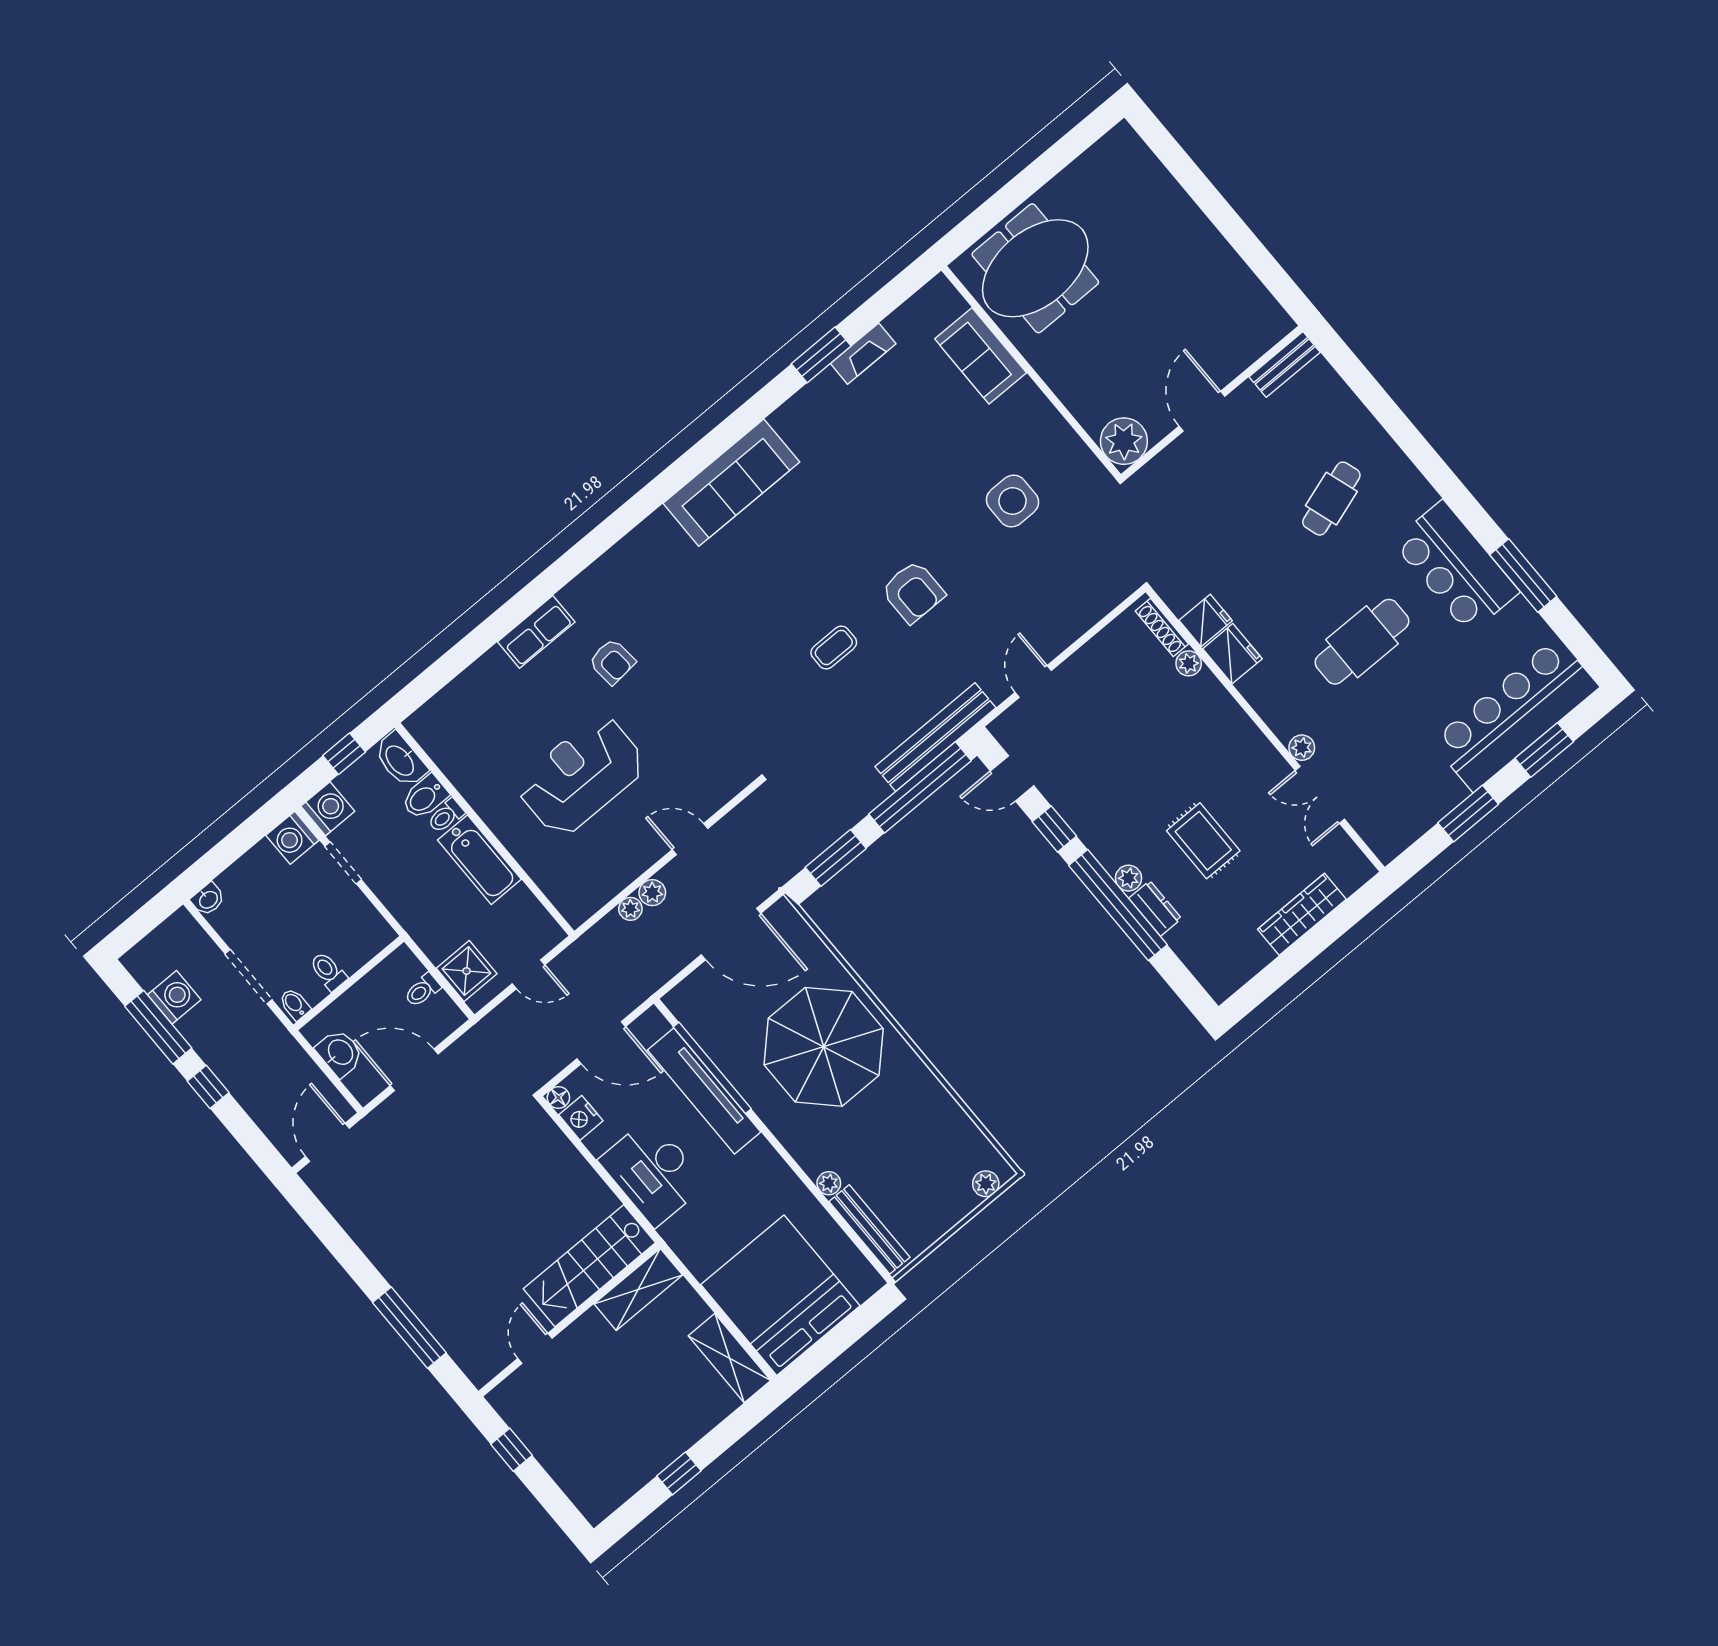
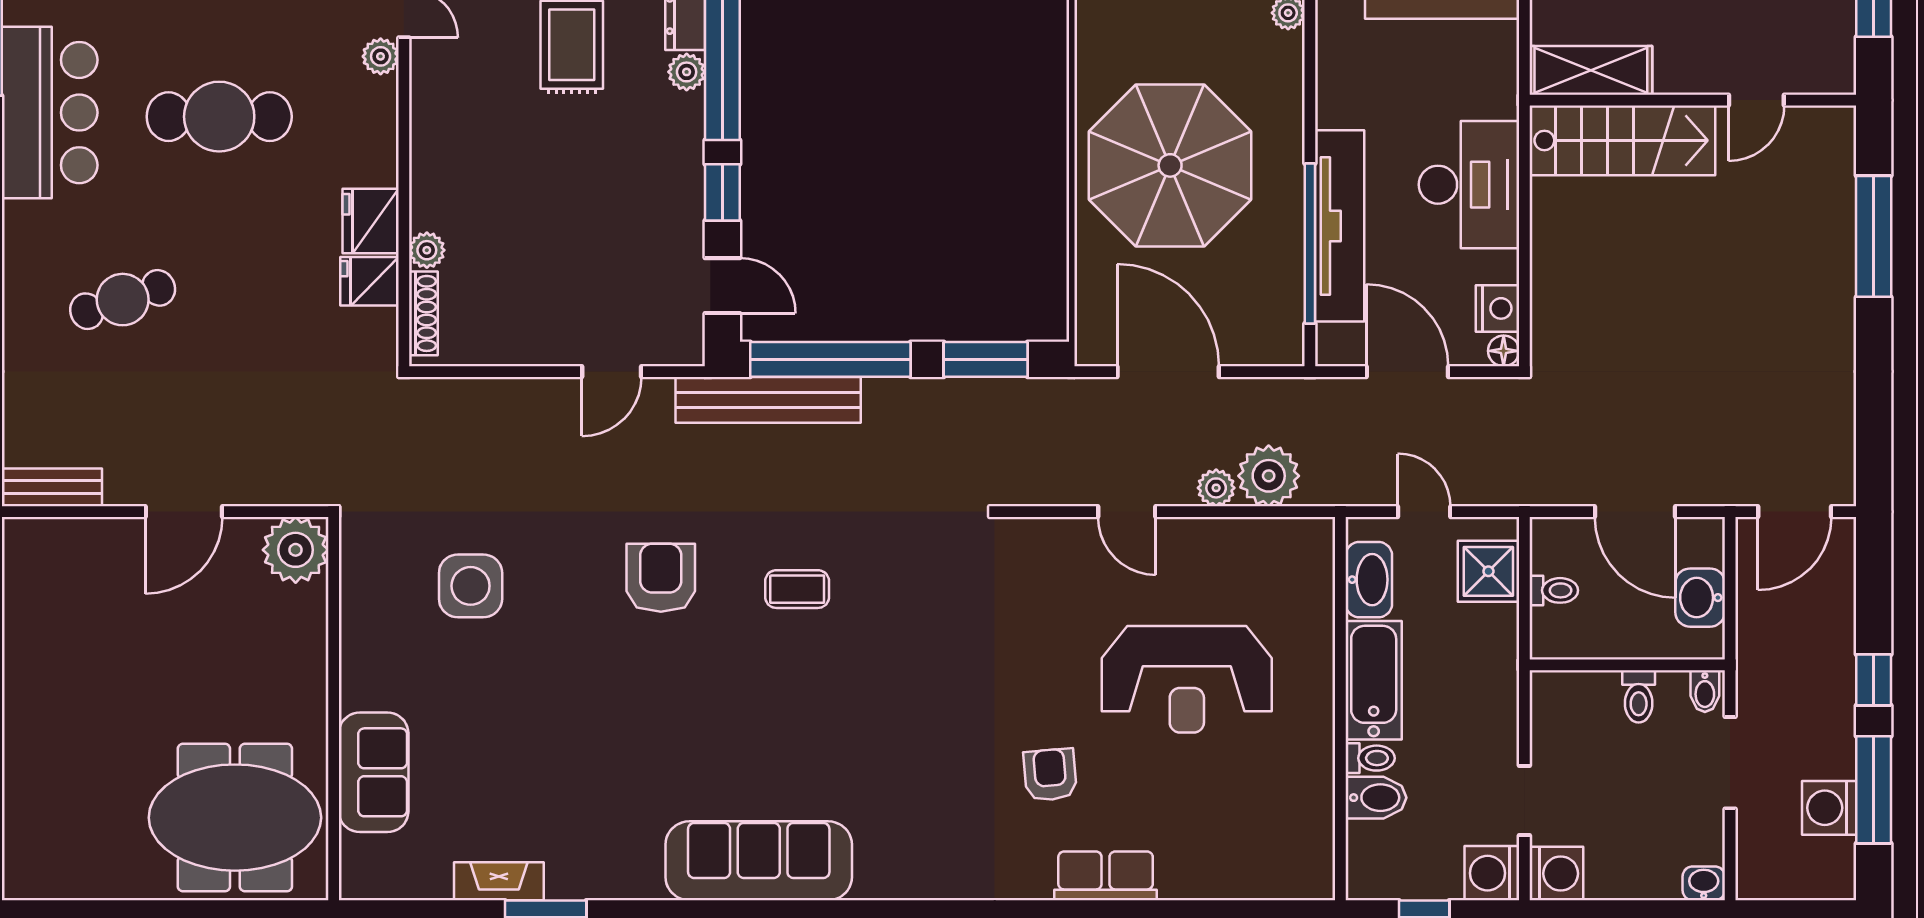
washbasin: (400, 760) -> (1369, 580), moved
plant: (630, 909) -> (1269, 476), width x1.87, depth x1.87

